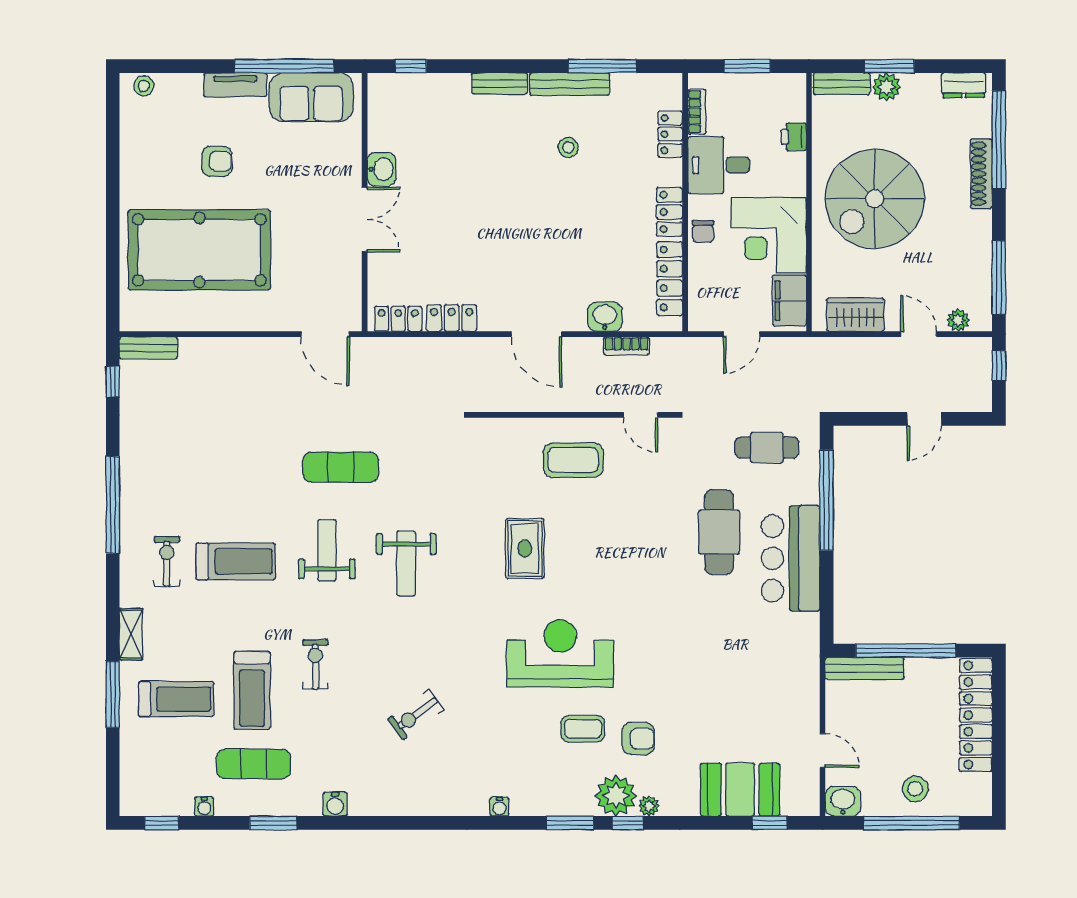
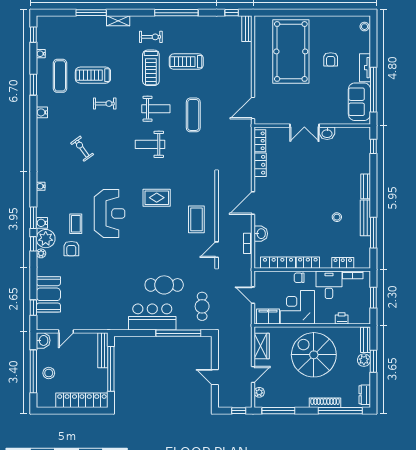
treadmill: (176, 699) -> (186, 62), moved, turned 90
water cooler: (581, 804) -> (42, 223), added

